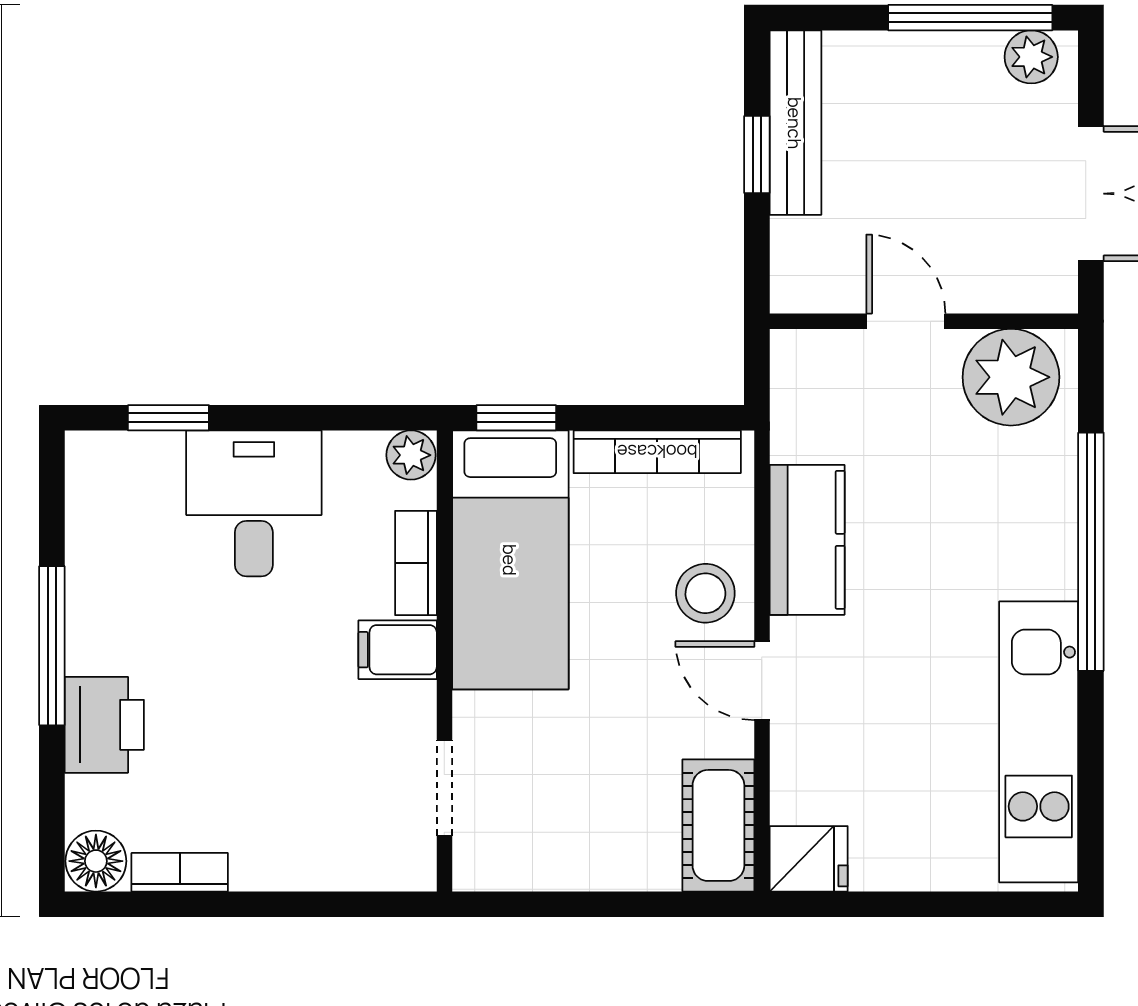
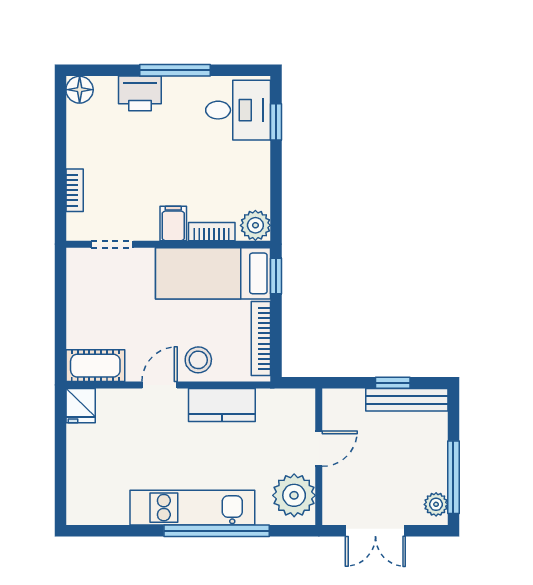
plant: (411, 455) -> (255, 225), width x1.38, depth x1.38
desk: (254, 503) -> (238, 110), moved
kitchen unit: (1039, 742) -> (192, 508), moved
bookcase: (180, 872) -> (75, 190), moved

